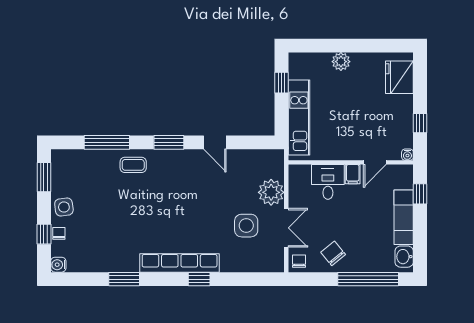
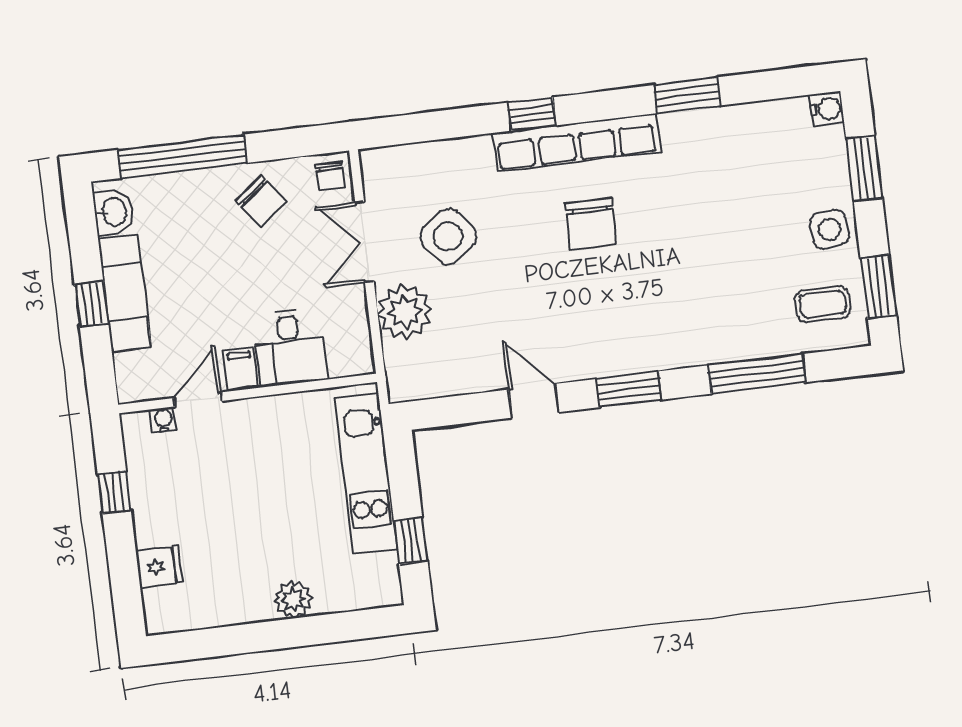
fridge: (399, 77) -> (159, 567), width x0.53, depth x0.75
water cooler: (407, 155) -> (163, 420), moved
coffee table: (133, 165) -> (823, 304), moved
window: (420, 194) -> (91, 304), moved
side table: (246, 226) -> (448, 237), turned -37
chair: (59, 233) -> (591, 224), moved, width x1.87, depth x1.87
window: (44, 234) -> (864, 168), width x1.50

